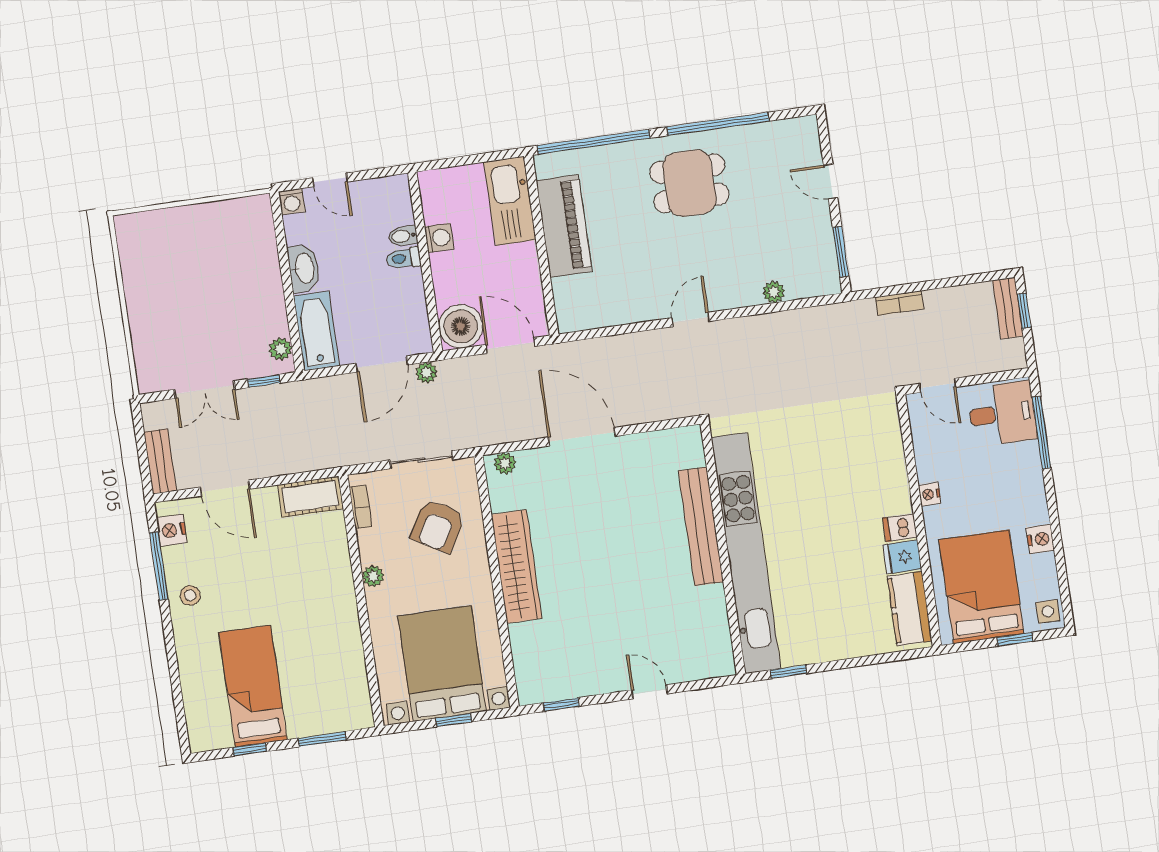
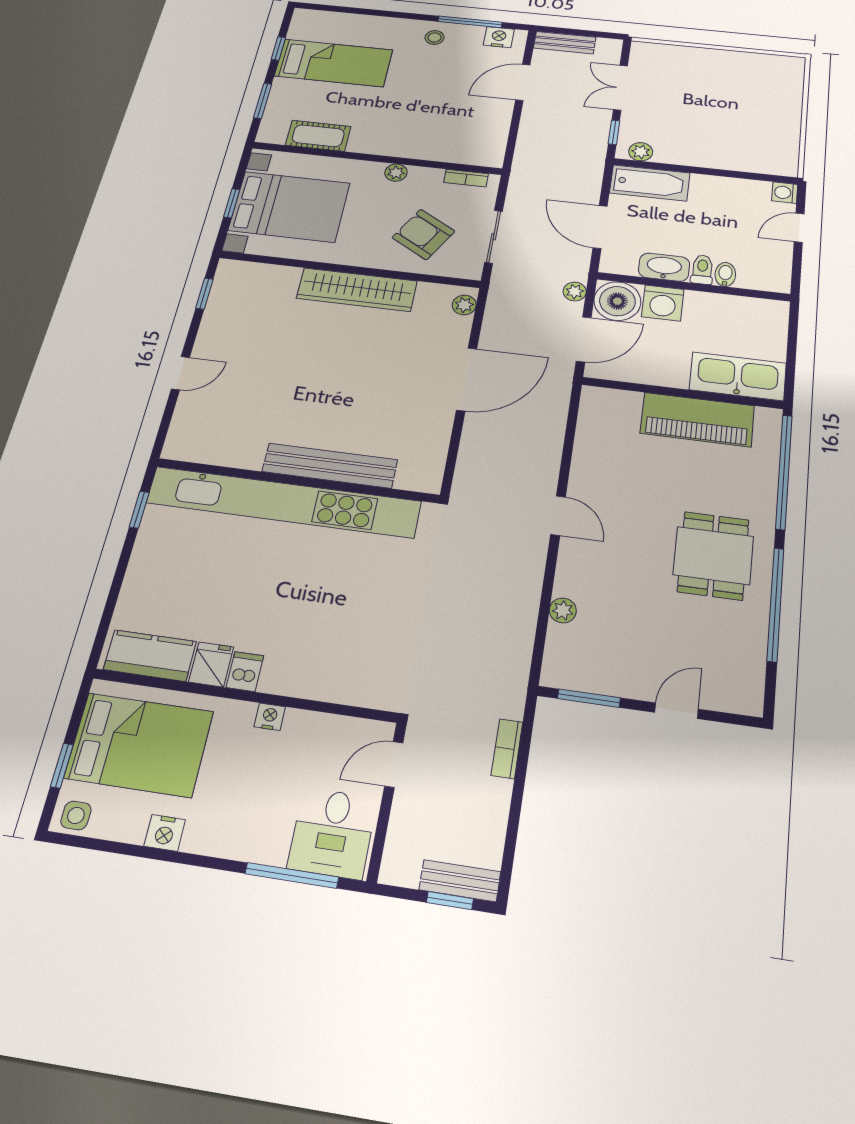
washing machine: (439, 238) -> (663, 303), moved, width x1.38, depth x1.38
washbasin: (304, 268) -> (664, 267), moved, turned 180
plant: (427, 373) -> (575, 292), moved
cot: (310, 497) -> (318, 136), moved, turned 90

